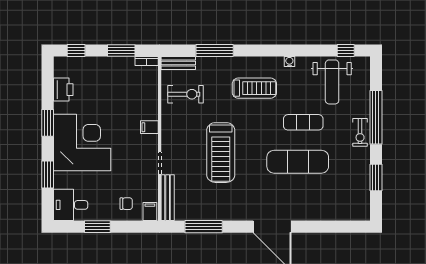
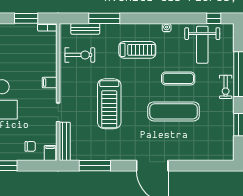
bench: (178, 63) -> (85, 29), moved

